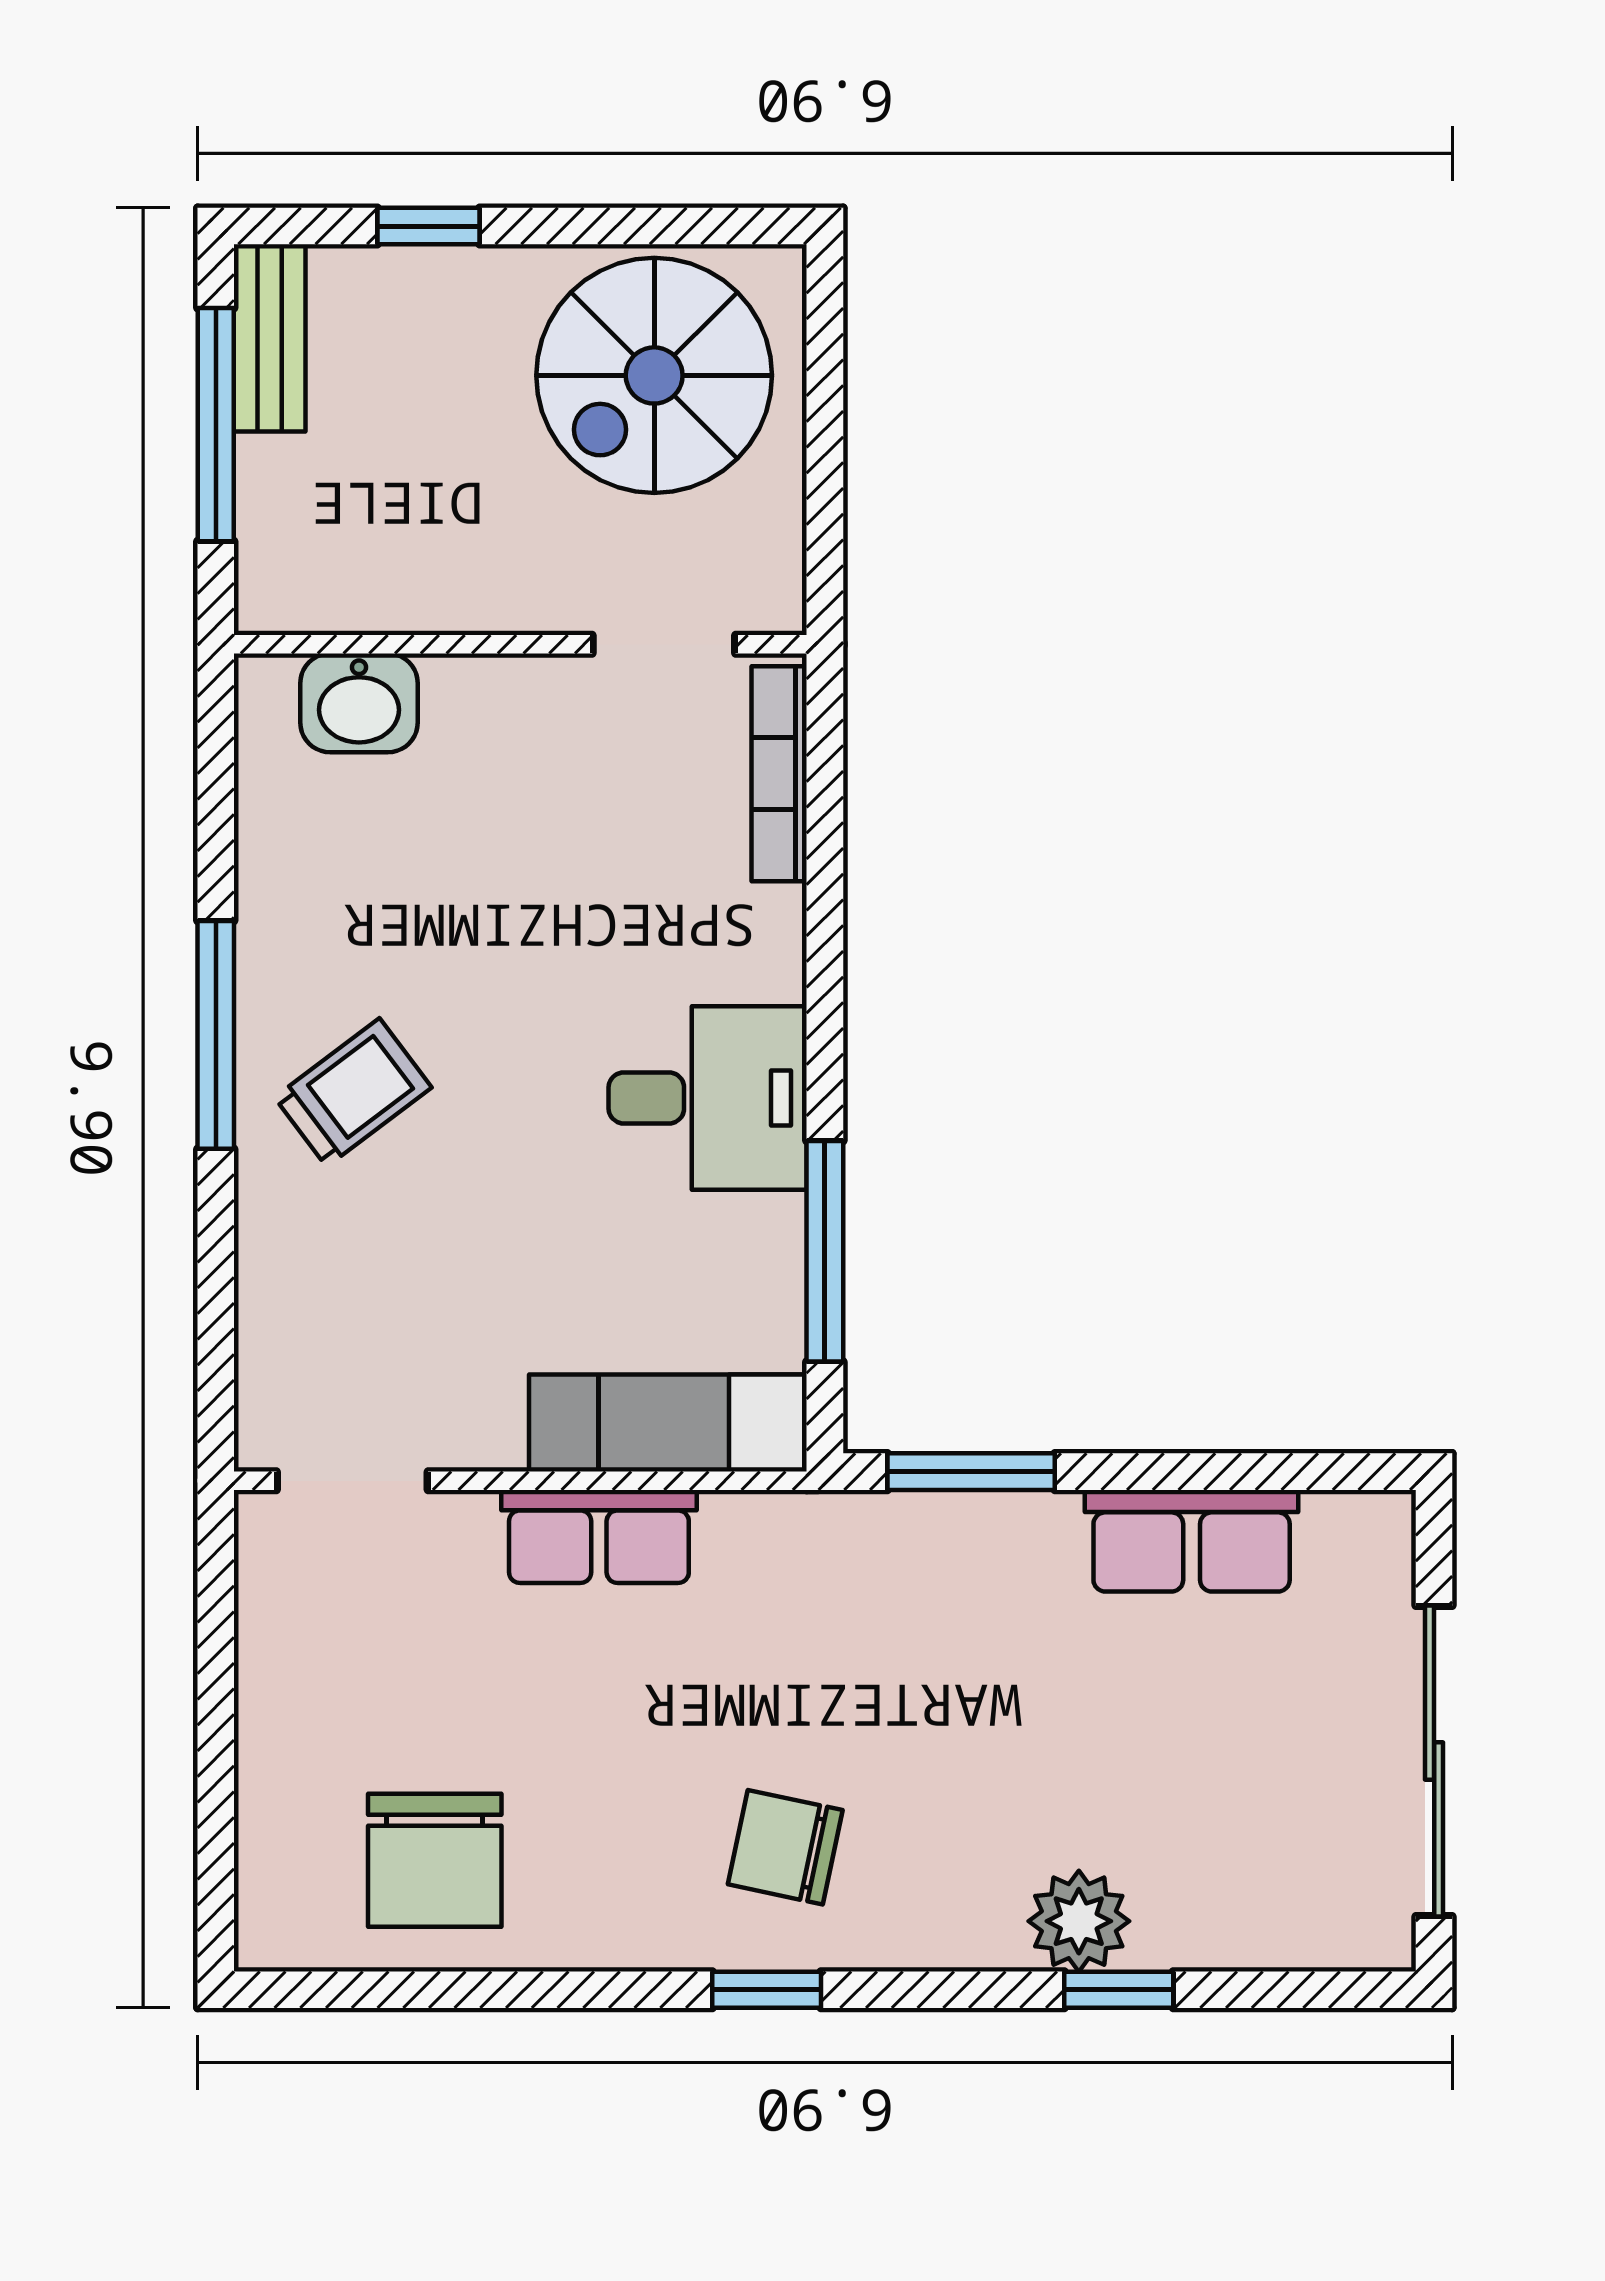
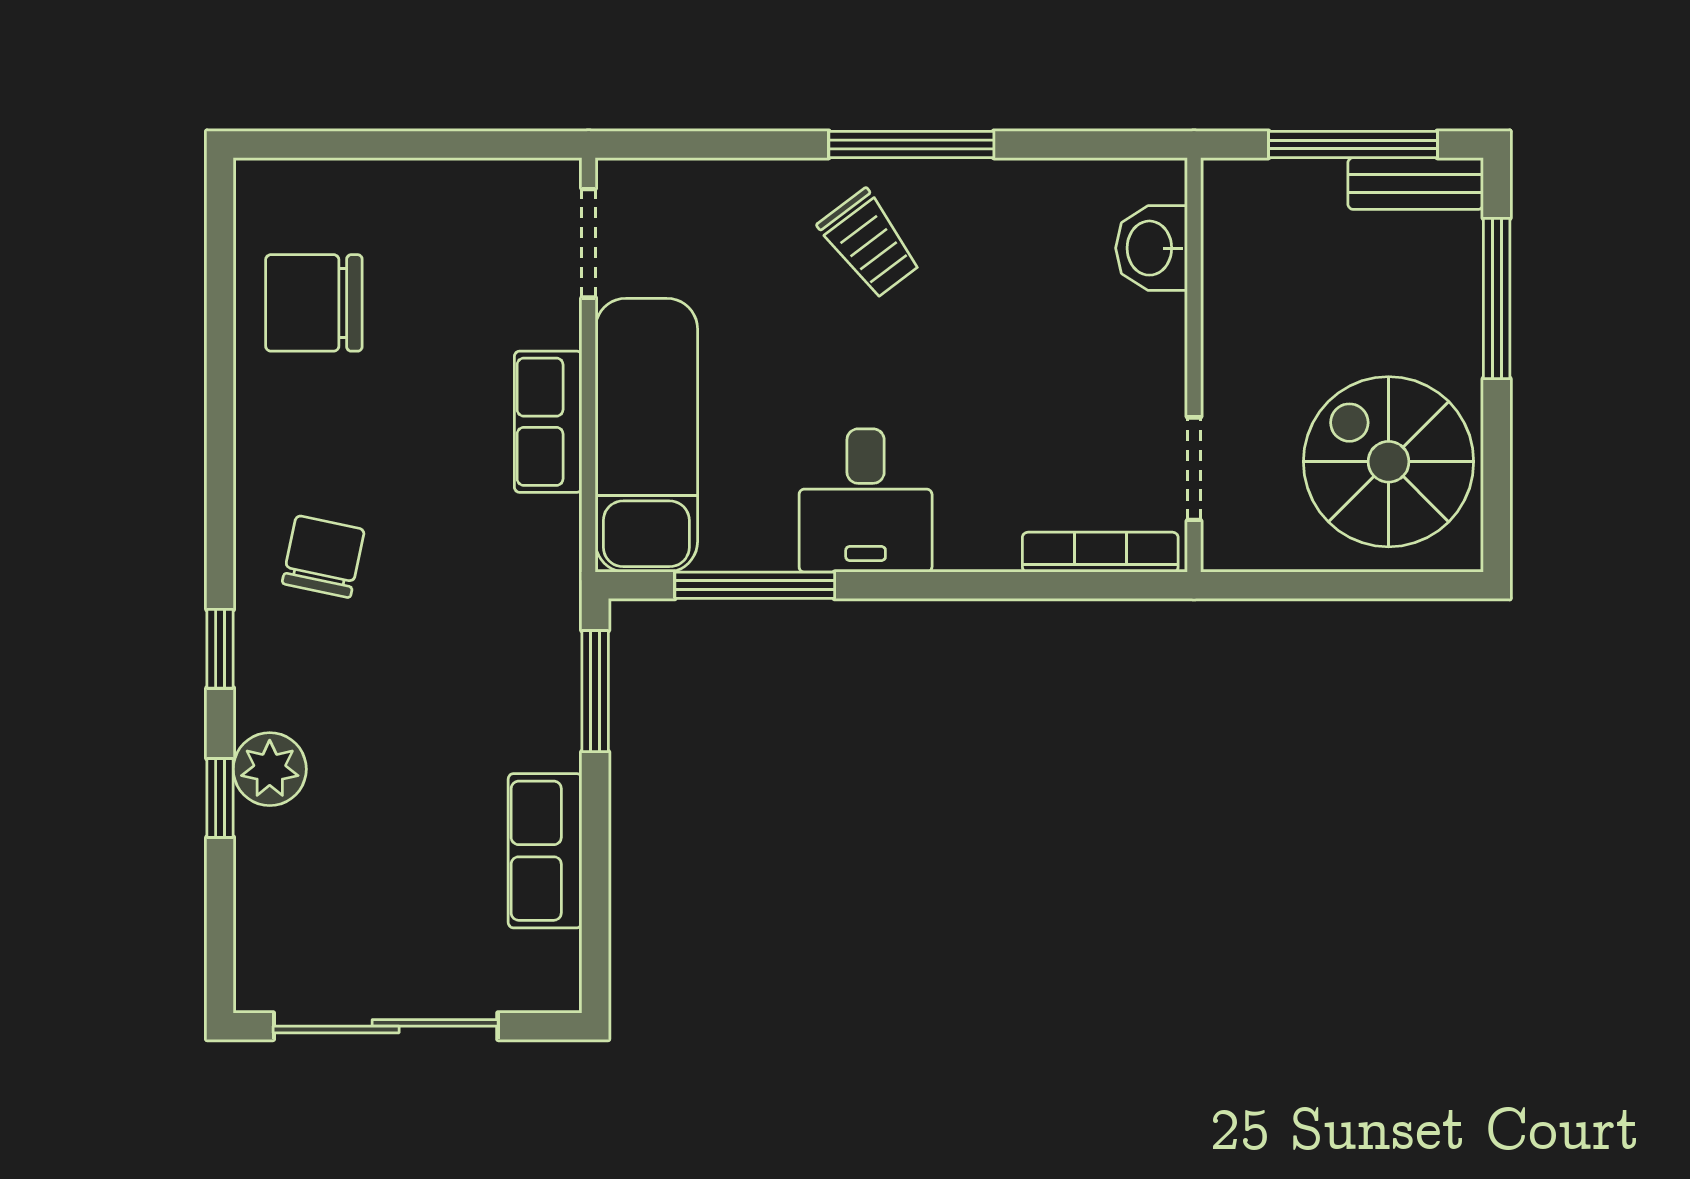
window: (429, 226) -> (1497, 298), width x2.17
exam couch: (668, 1423) -> (646, 435), width x1.36, depth x1.45
window: (767, 1990) -> (220, 649), moved

